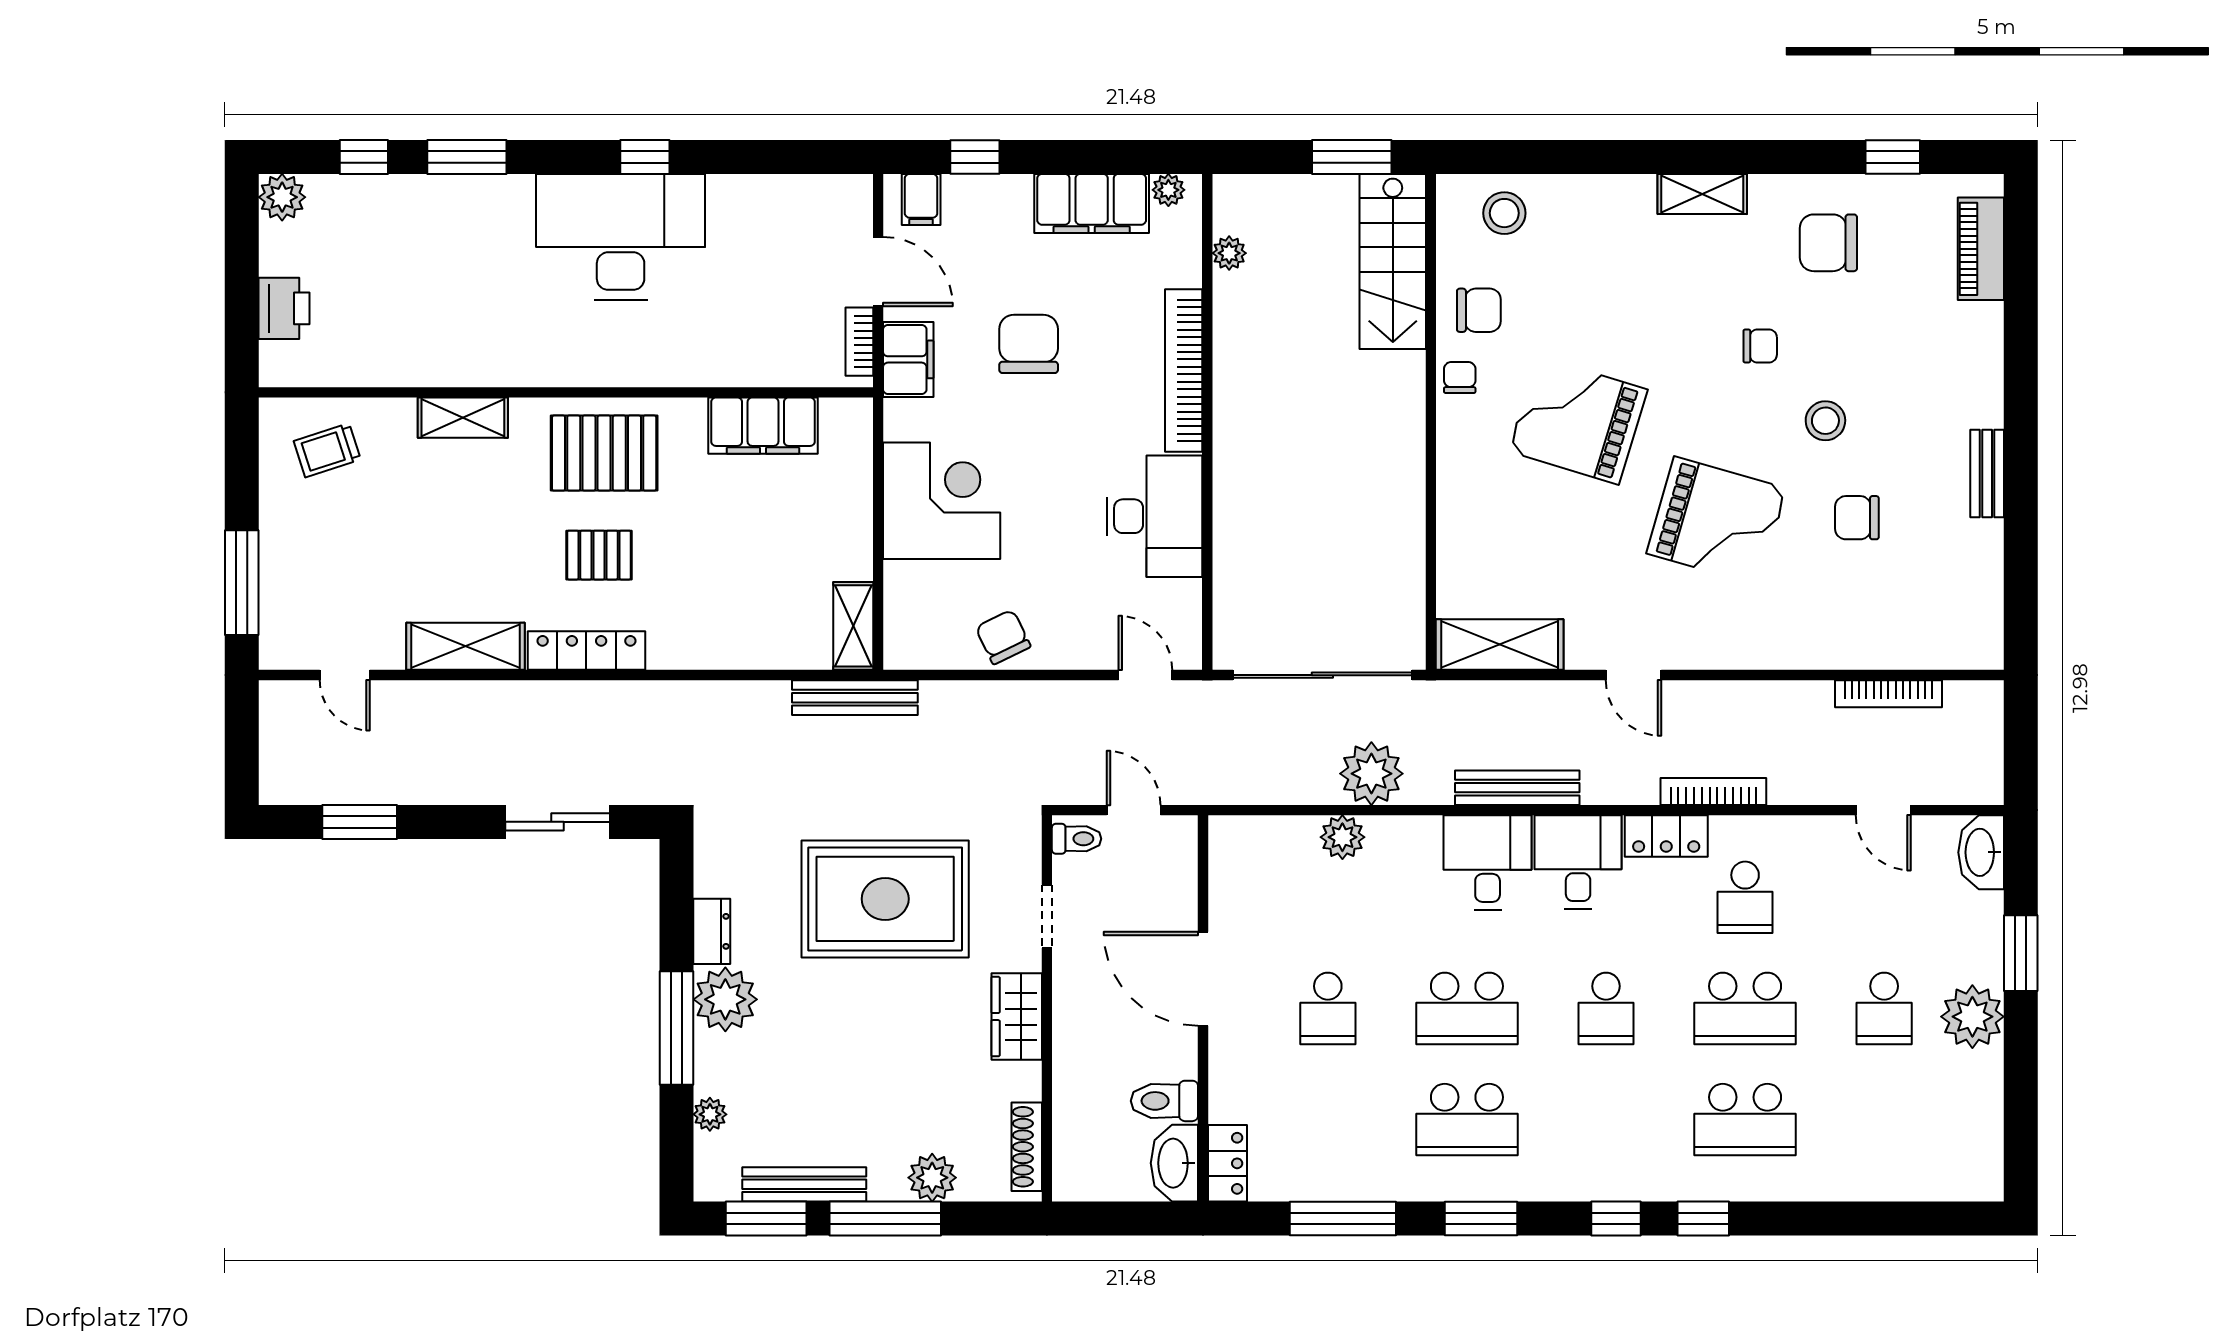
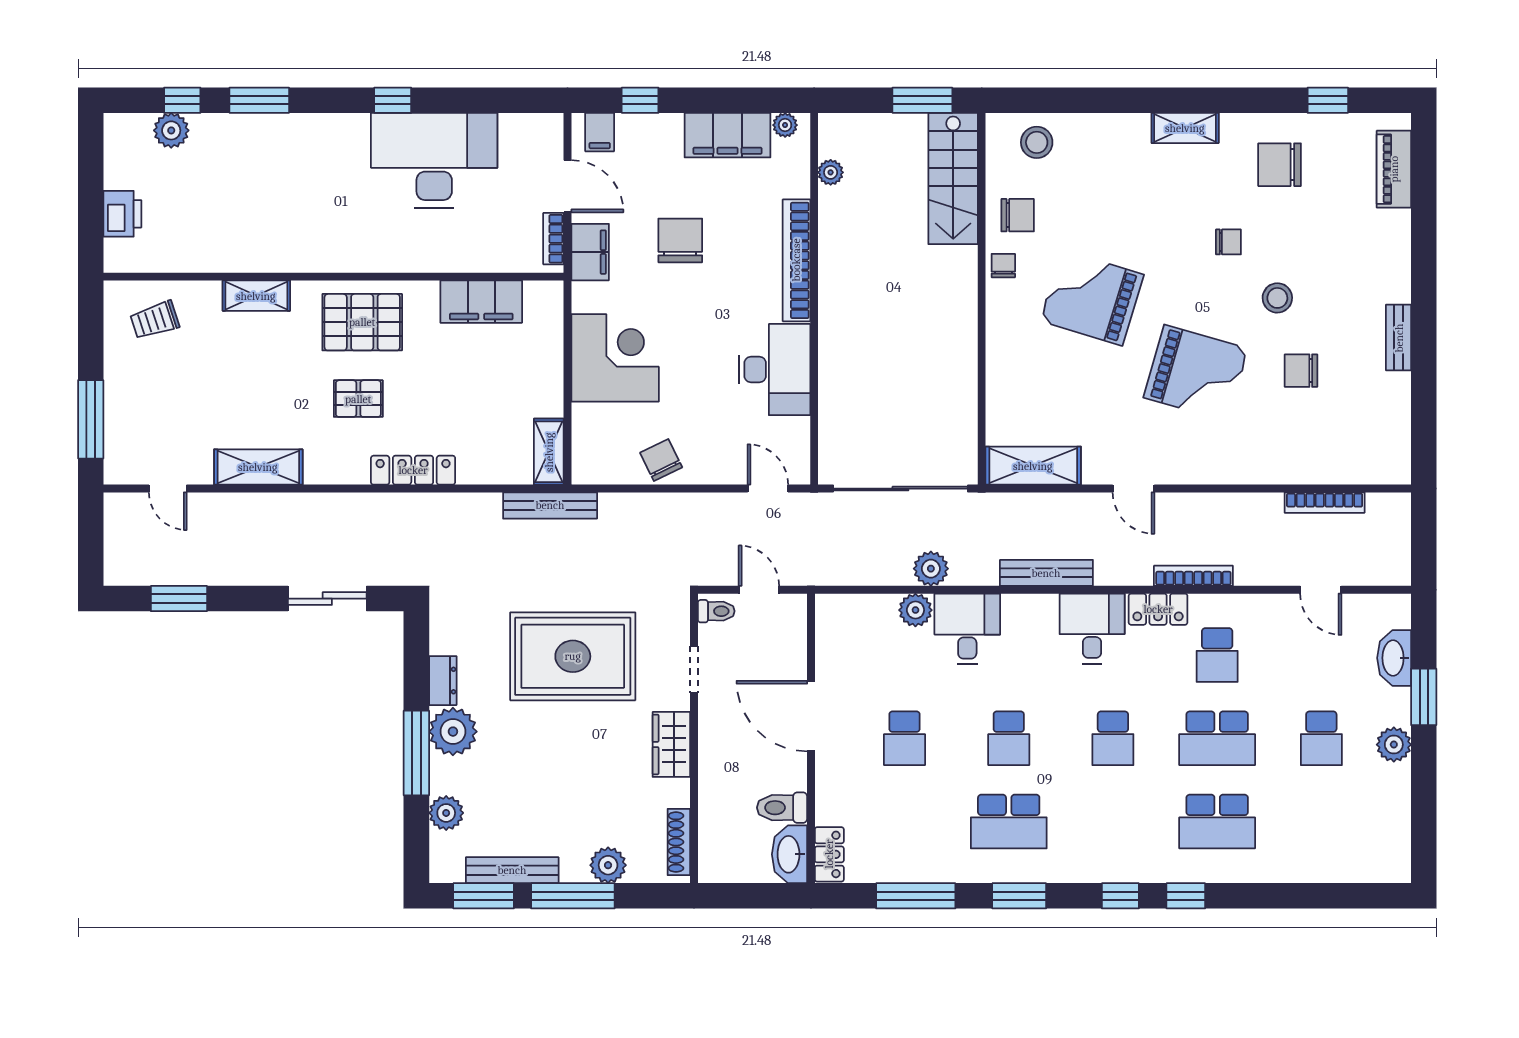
plant: (282, 197) -> (171, 130), moved
desk: (621, 237) -> (434, 160), moved
locker: (586, 651) -> (413, 470), moved
plant: (1371, 774) -> (931, 569), width x0.73, depth x0.73
washbasin: (1981, 852) -> (1394, 658), moved
desk: (1488, 862) -> (967, 629), moved
school desk: (1467, 1008) -> (1009, 738), width x0.54
plant: (1972, 1017) -> (1394, 745), width x0.73, depth x0.73
plant: (710, 1114) -> (446, 813), width x1.38, depth x1.38

